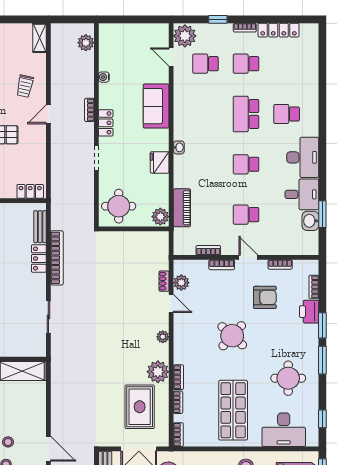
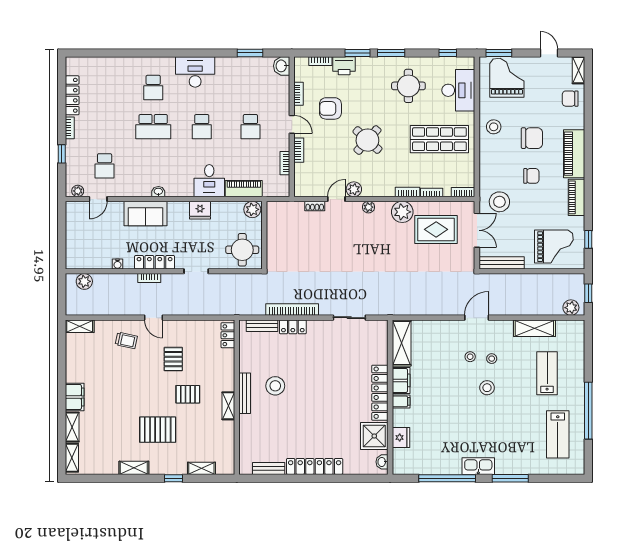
plant: (185, 36) -> (78, 191), width x0.53, depth x0.53
school desk: (246, 64) -> (105, 127), removed
locker: (106, 123) -> (155, 262), width x1.53
washbasin: (179, 147) -> (158, 192), moved
desk: (302, 194) -> (209, 181), moved, turned 180
washbasin: (310, 221) -> (282, 66), moved, turned 90
door: (248, 257) -> (292, 124), swing flipped
plant: (181, 283) -> (354, 189), moved
armchair: (265, 297) -> (330, 108), turned -90

